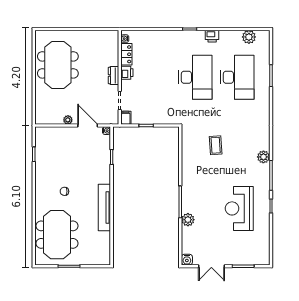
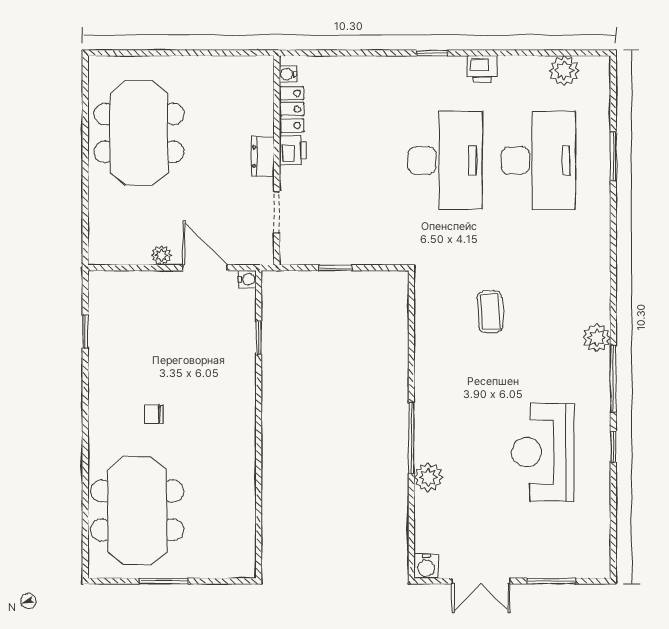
filing cabinet: (126, 118) -> (290, 251), removed
tv unit: (104, 207) -> (243, 450), removed

